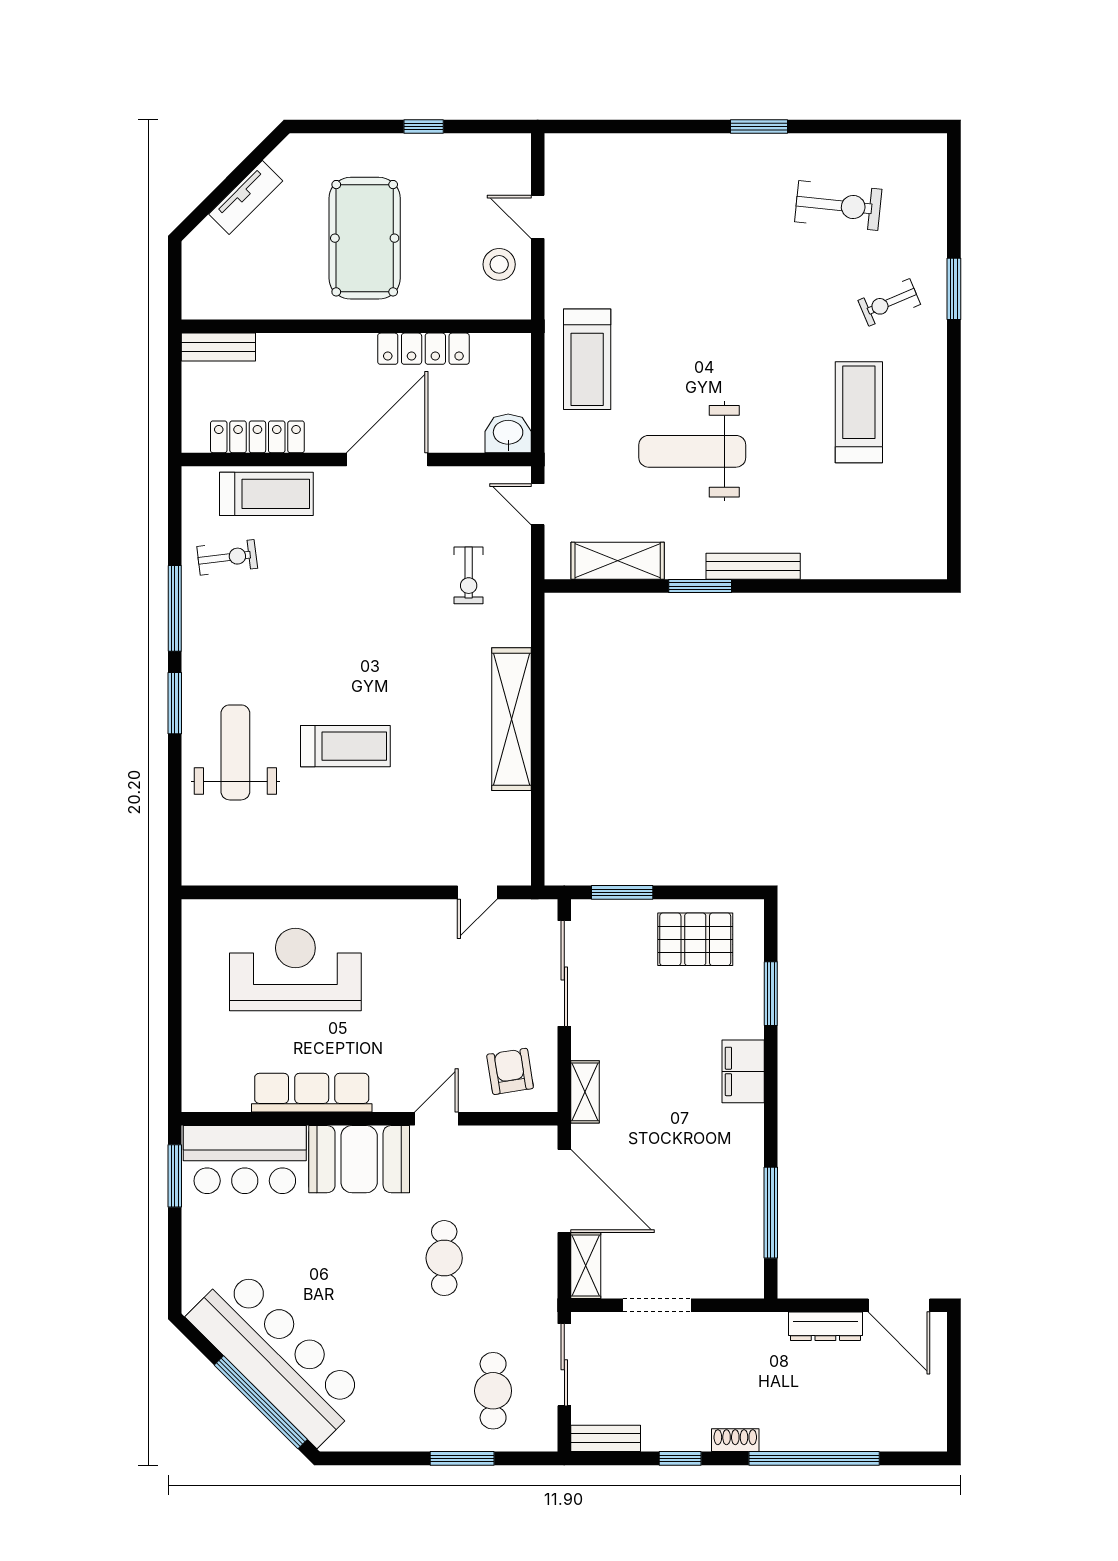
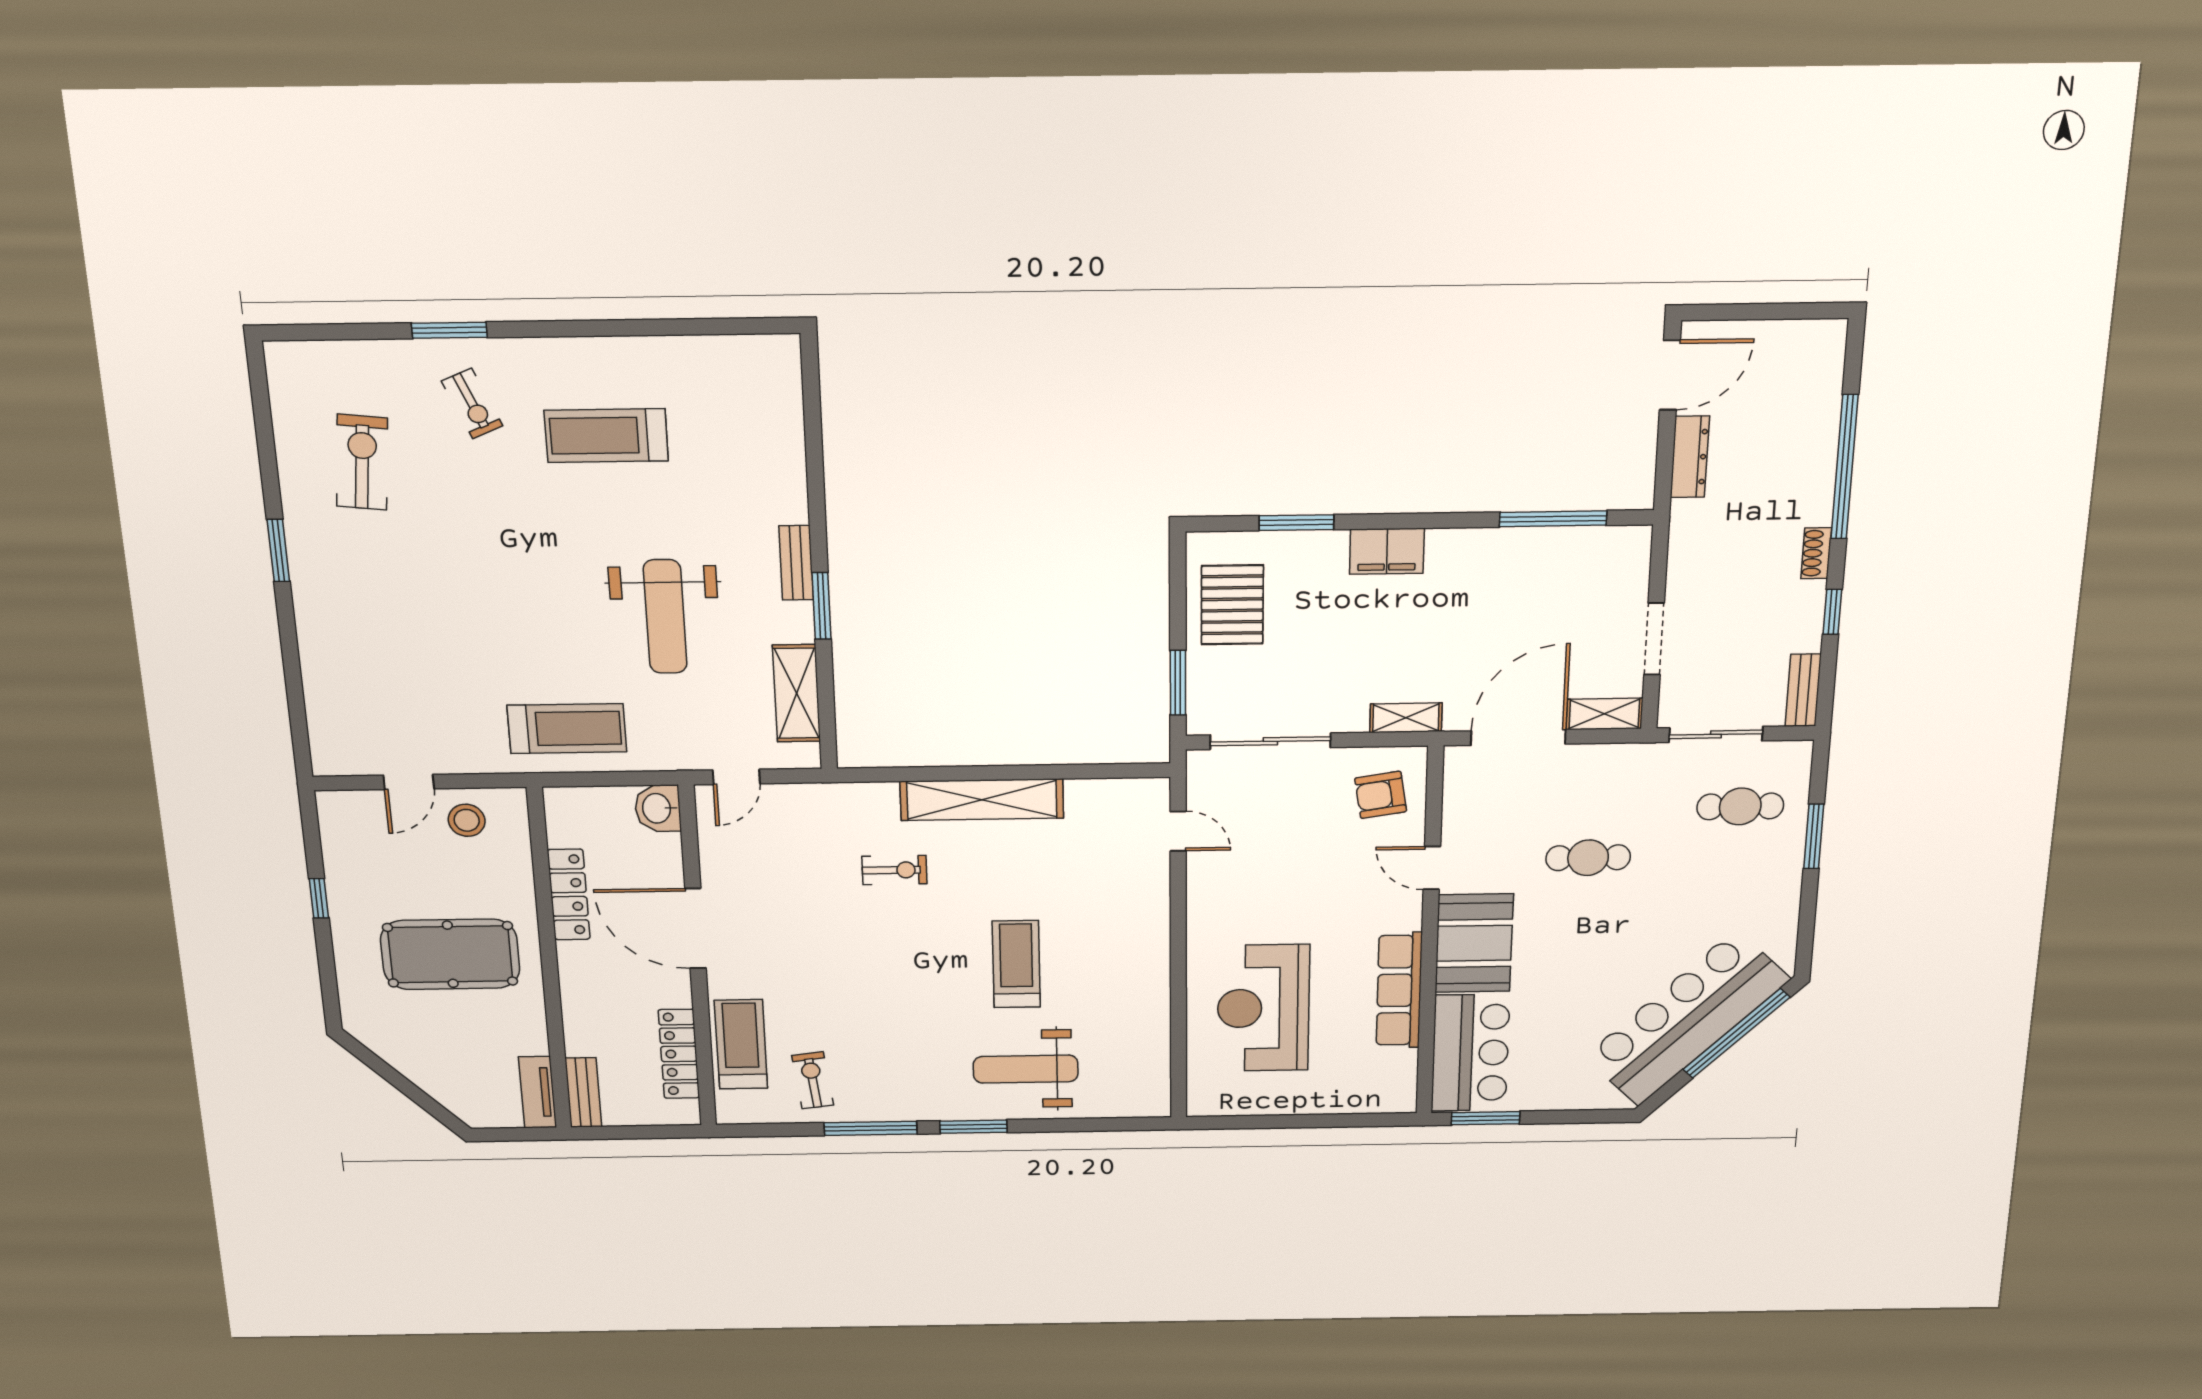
tv unit: (246, 198) -> (537, 1092), moved, turned -135
bench: (753, 566) -> (796, 563), width x0.73
exercise bike: (469, 575) -> (894, 870), moved

